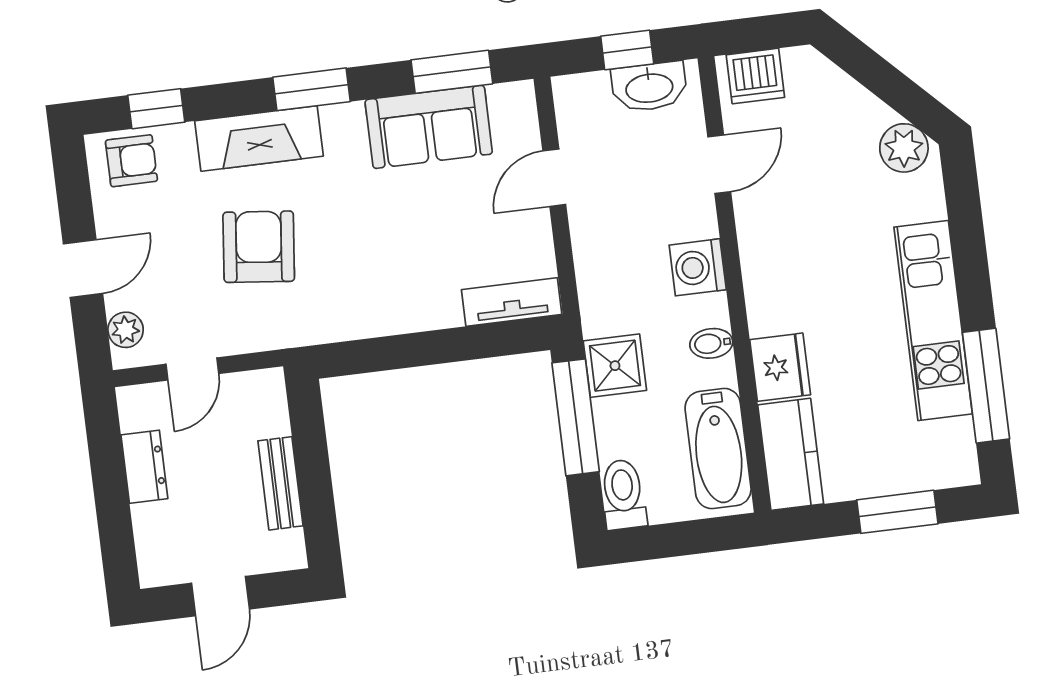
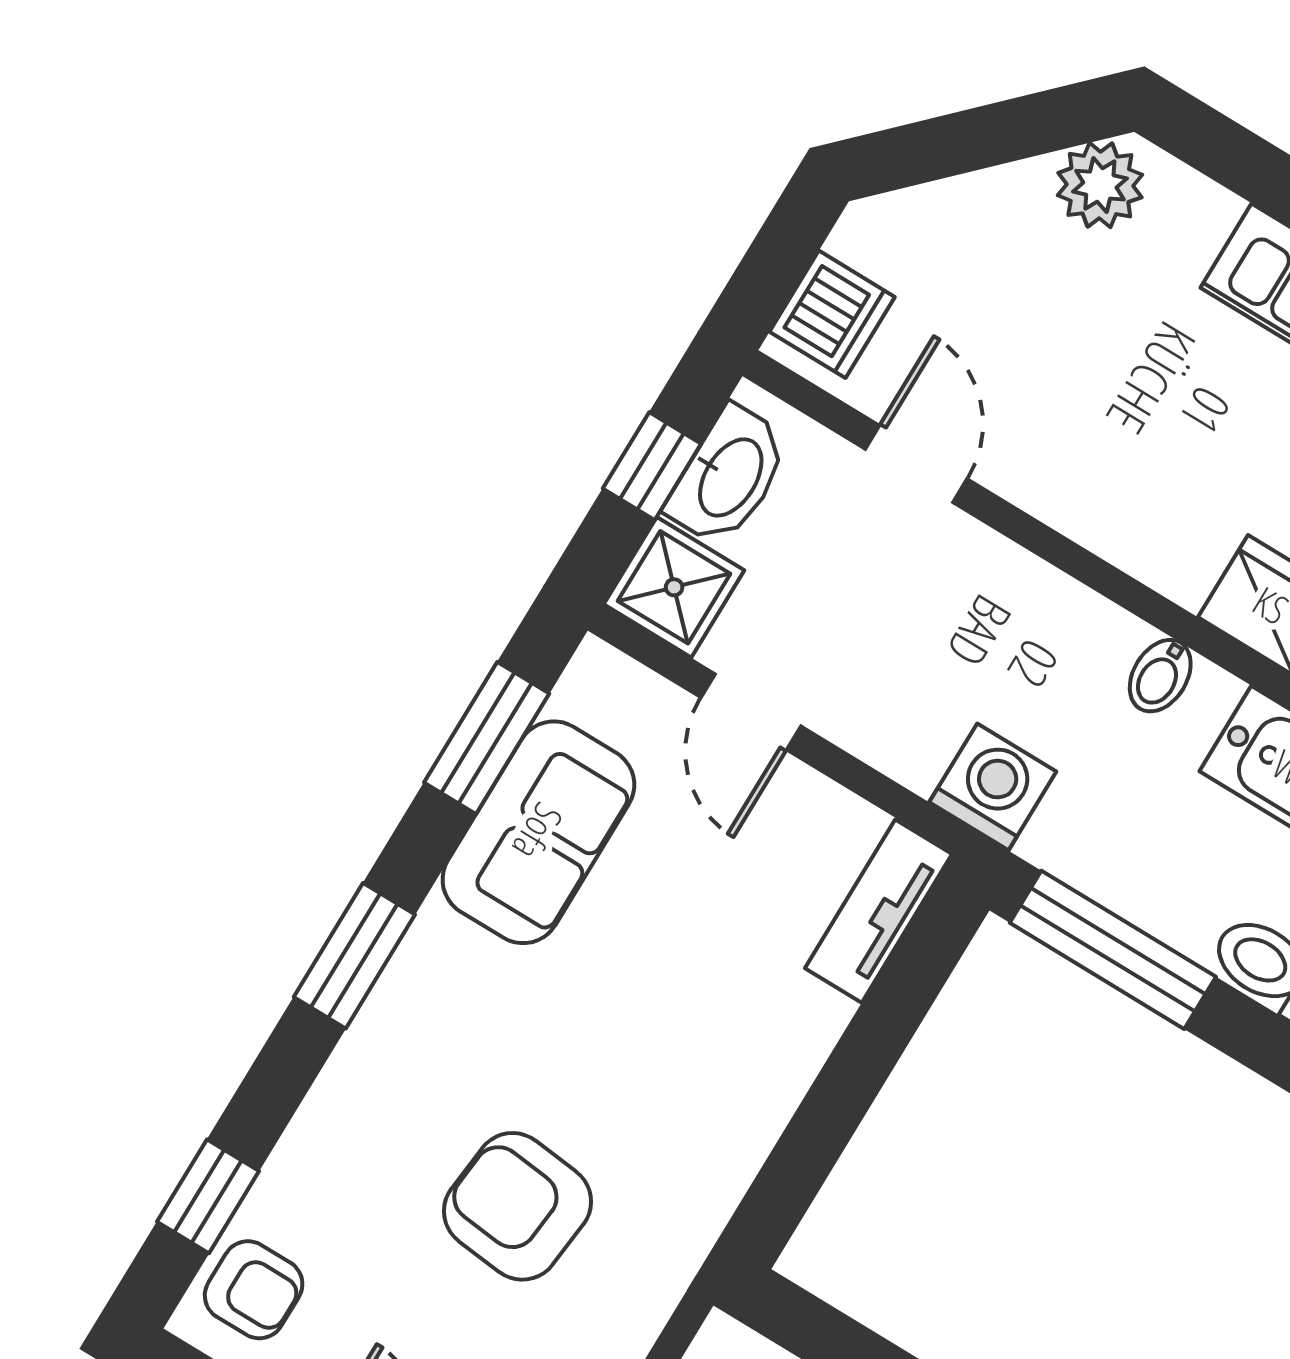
fireplace: (259, 139) -> (365, 1085), removed
armchair: (131, 161) -> (254, 1290), turned 90
washing machine: (698, 267) -> (993, 787), moved, turned 180
shower: (615, 366) -> (674, 587), moved

